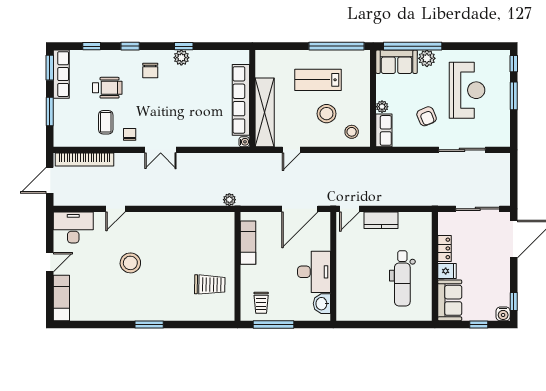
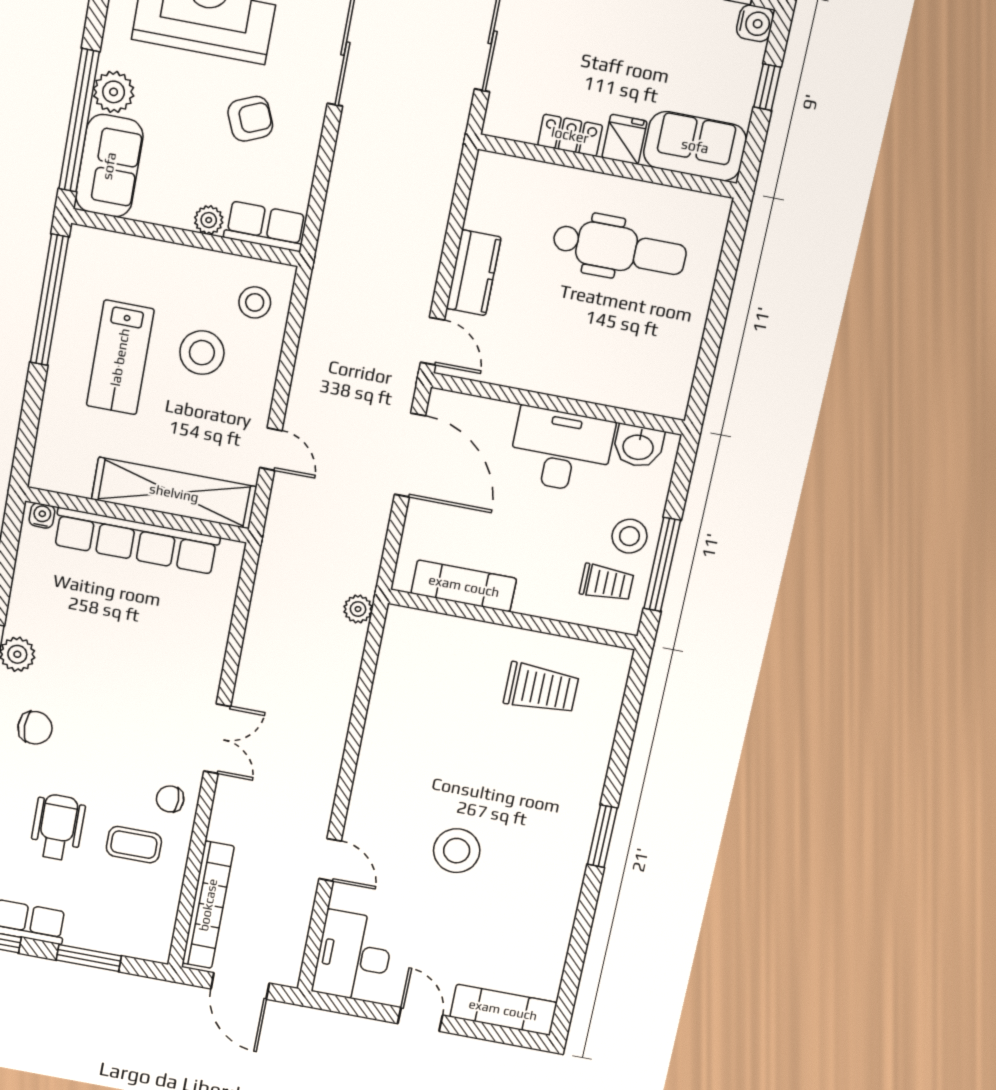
water cooler: (244, 142) -> (42, 516), moved
trolley: (210, 285) -> (541, 688), turned 89
stool: (283, 308) -> (629, 536), added

